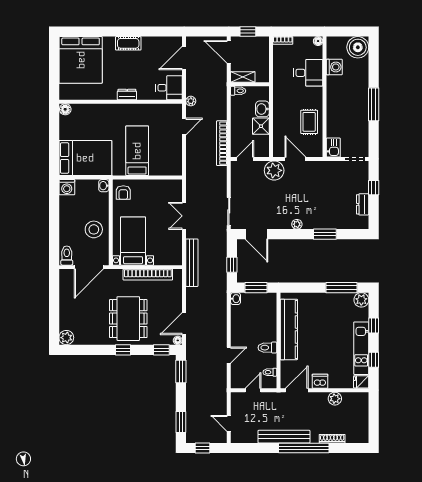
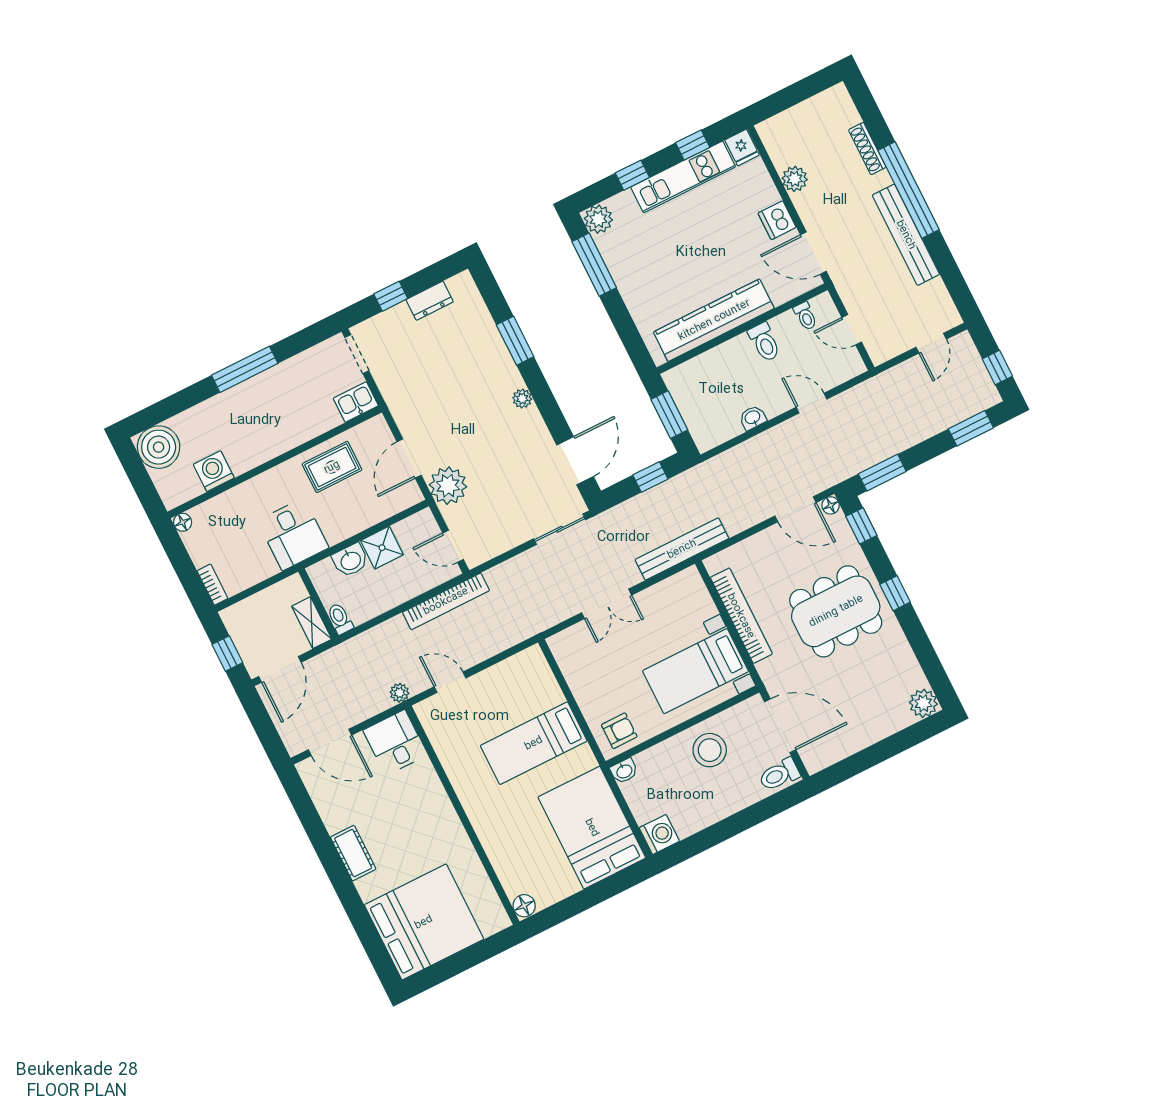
desk: (308, 73) -> (293, 534), moved, turned 180
dresser: (127, 95) -> (444, 810), removed
washbasin: (236, 299) -> (753, 418), moved

